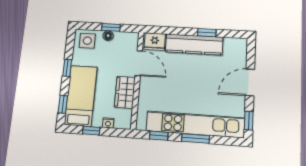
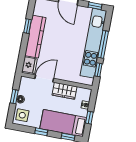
window: (196, 138) -> (103, 44), width x1.44

